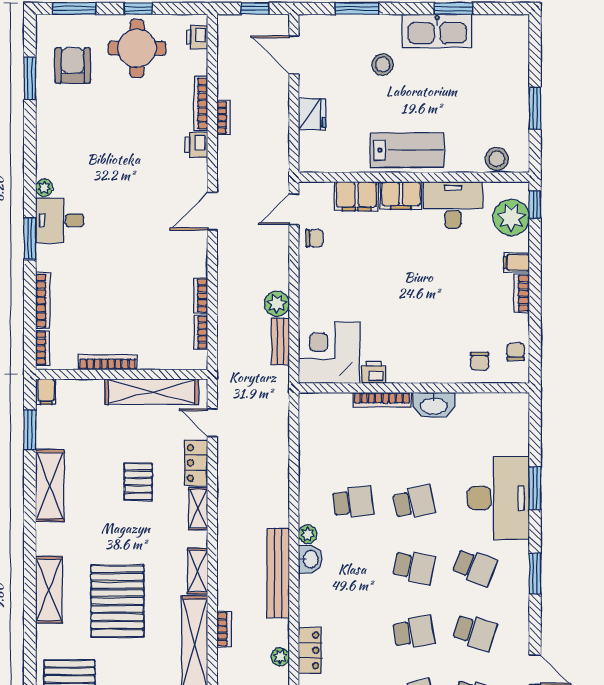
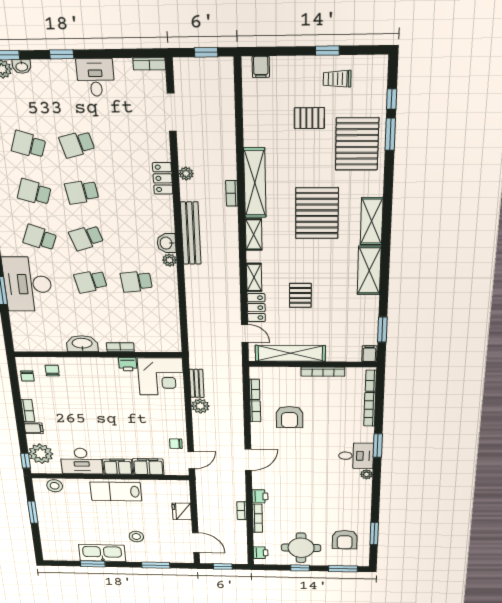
armchair: (153, 286) -> (289, 417), added
bookcase: (382, 400) -> (120, 347), width x0.64
shelving: (50, 486) -> (369, 270), moved
school desk: (414, 567) -> (86, 238), turned -30

